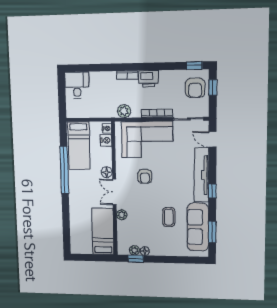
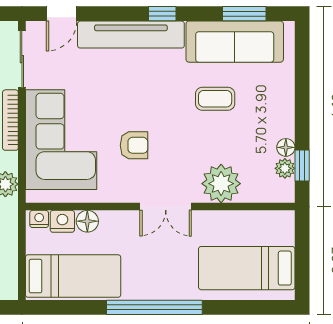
window: (64, 170) -> (154, 307), moved
floor lamp: (107, 172) -> (87, 221), moved
plant: (122, 215) -> (221, 184), width x1.88, depth x1.88
bed: (103, 231) -> (247, 268), moved

